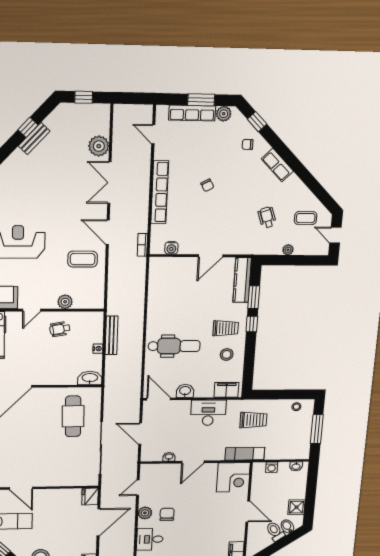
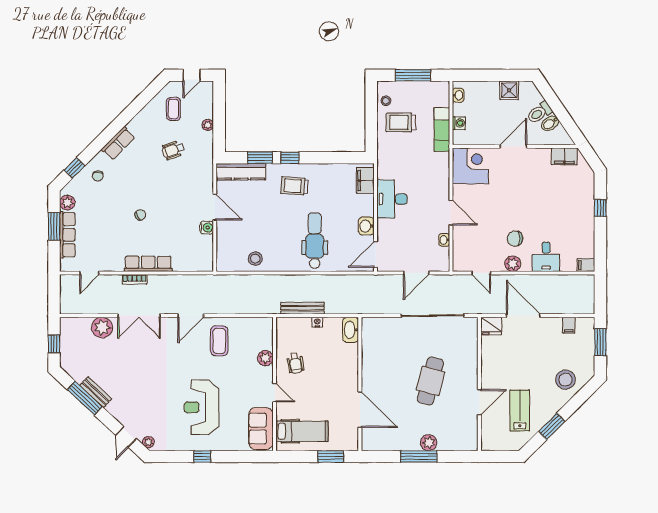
window: (28, 127) -> (85, 398), width x2.17
row of seats: (160, 192) -> (148, 264), width x0.73
bookcase: (142, 245) -> (135, 279), moved
water cooler: (171, 248) -> (207, 228), moved
trolley: (226, 328) -> (295, 186), turned -86
stool: (227, 354) -> (255, 259), moved
cafe table: (73, 416) -> (430, 381), moved, turned -74
trolley: (253, 420) -> (401, 122), moved, turned -90
exam couch: (245, 454) -> (442, 129), moved
bidet: (287, 526) -> (550, 123), moved

